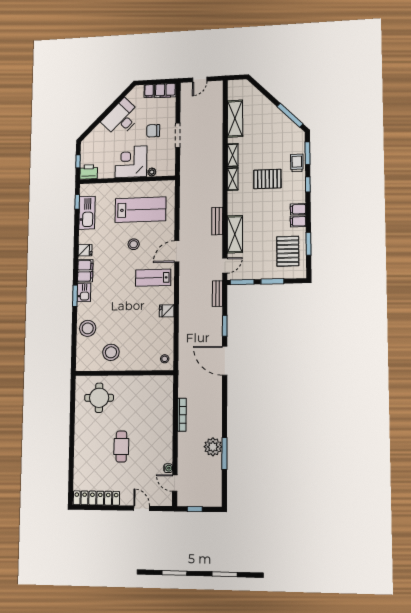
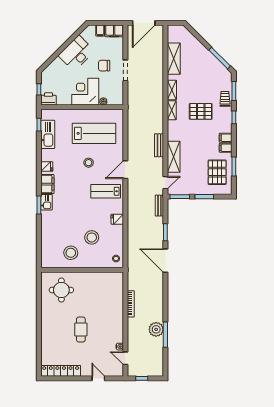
door: (200, 79) -> (144, 23), width x1.88
stool: (88, 328) -> (92, 237), moved

